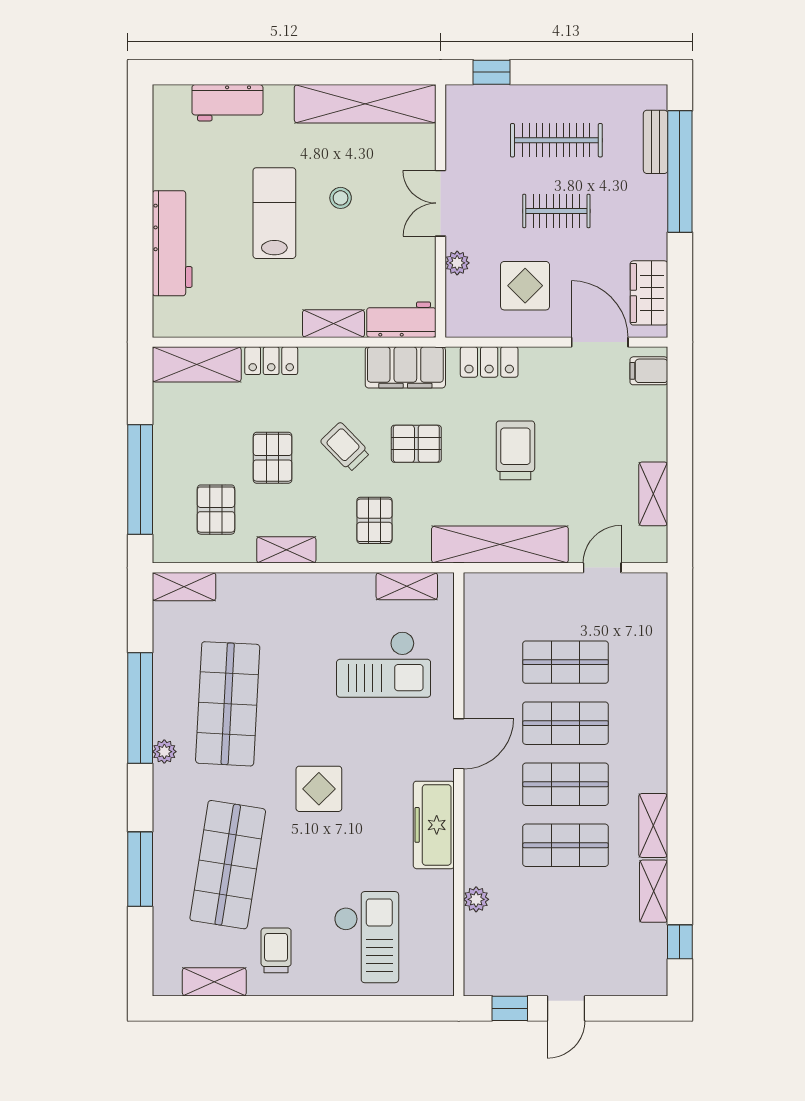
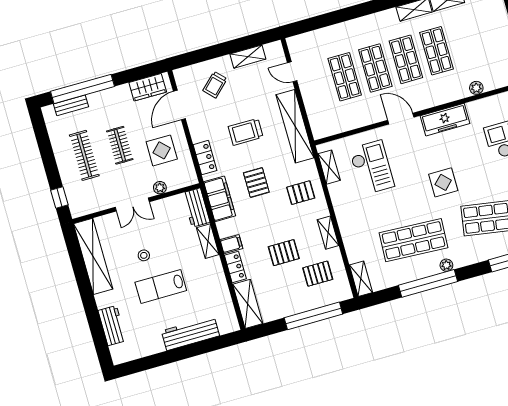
filing cabinet: (649, 371) -> (231, 244), moved, turned -90
trolley: (345, 447) -> (215, 85), moved

